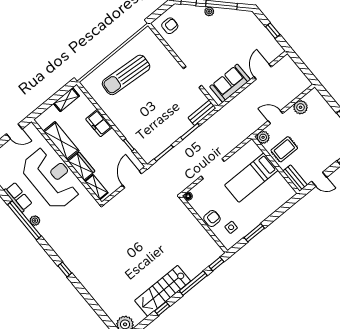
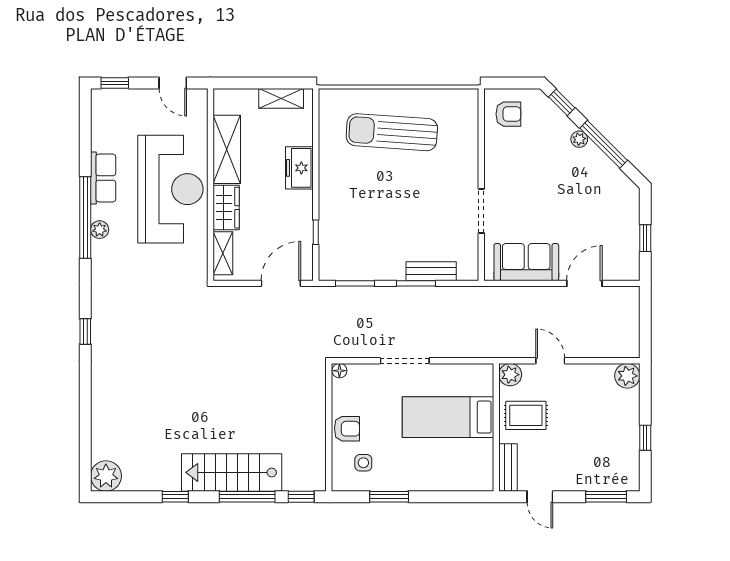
plant: (301, 107) -> (627, 376), moved
bench: (202, 113) -> (431, 271), moved
stairs: (163, 291) -> (232, 472), moved

